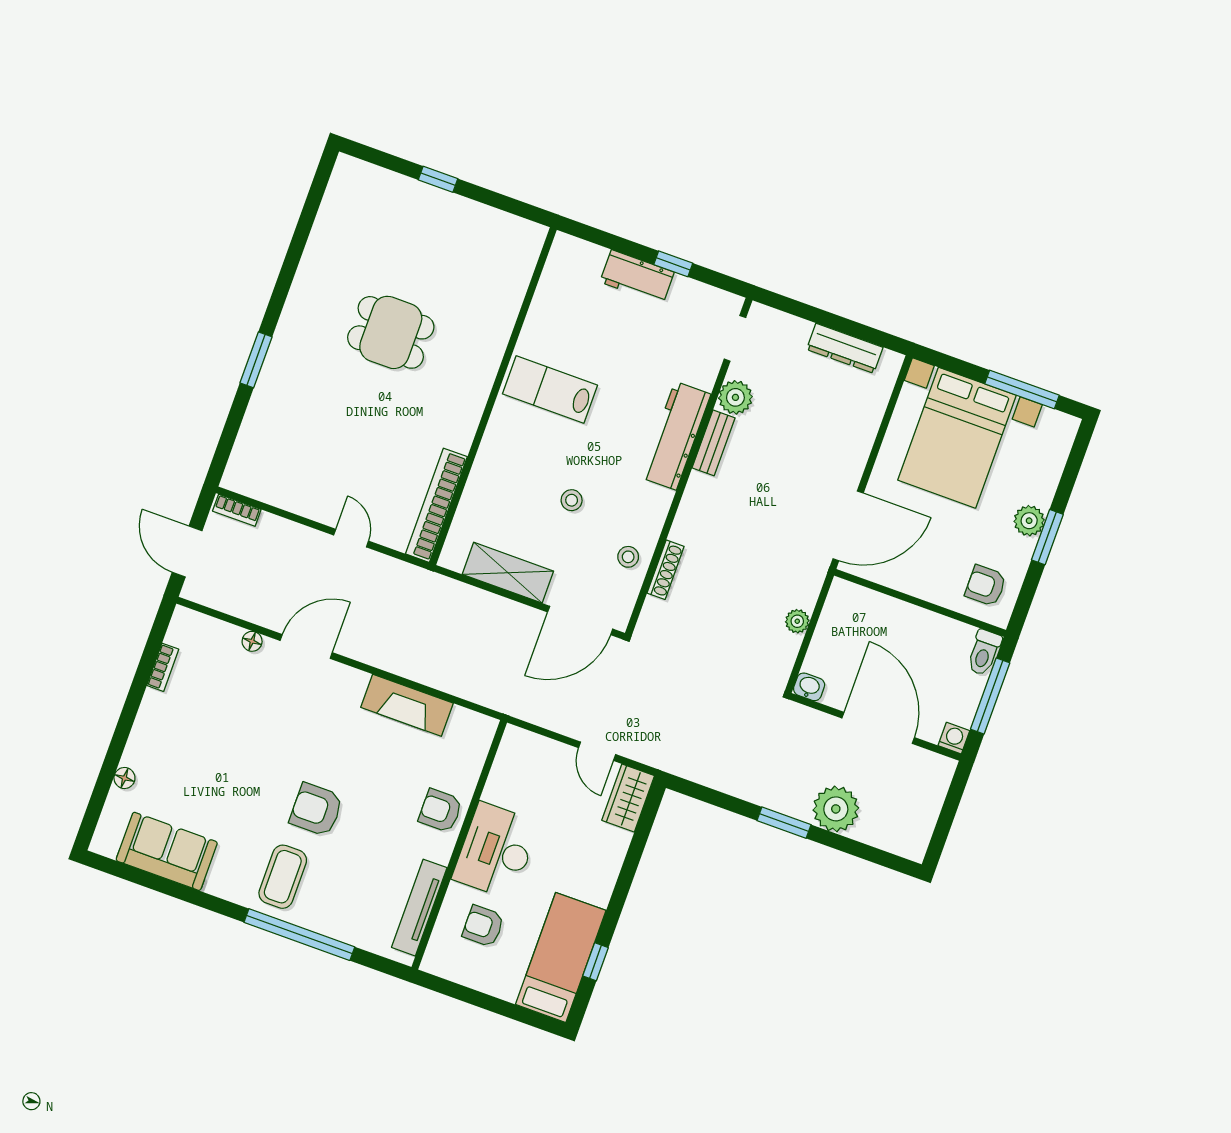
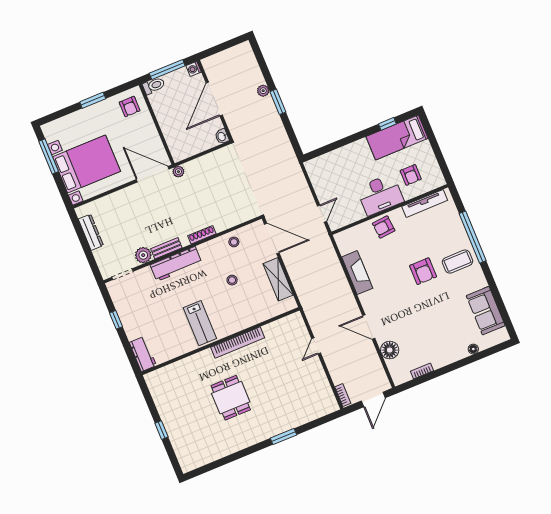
workbench: (637, 277) -> (143, 354), moved
bookcase: (436, 505) -> (238, 342), moved
plant: (1029, 521) -> (93, 112), removed
shoe rack: (666, 570) -> (202, 235), moved
plant: (797, 621) -> (178, 172), moved
floor lamp: (252, 641) -> (390, 350), width x1.89, depth x1.89
door: (597, 751) -> (322, 214), moved
wardrobe: (628, 798) -> (319, 165), removed
plant: (836, 809) -> (263, 91), width x0.53, depth x0.53
armchair: (440, 811) -> (384, 227), turned 85

